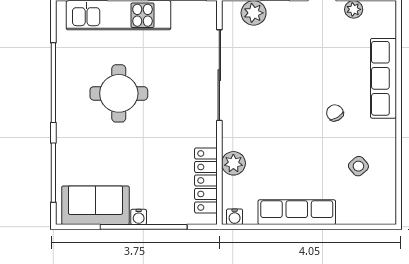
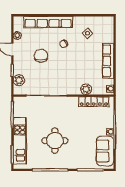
chair: (308, 62) -> (41, 56), added
row of seats: (384, 78) -> (48, 22), width x1.36

